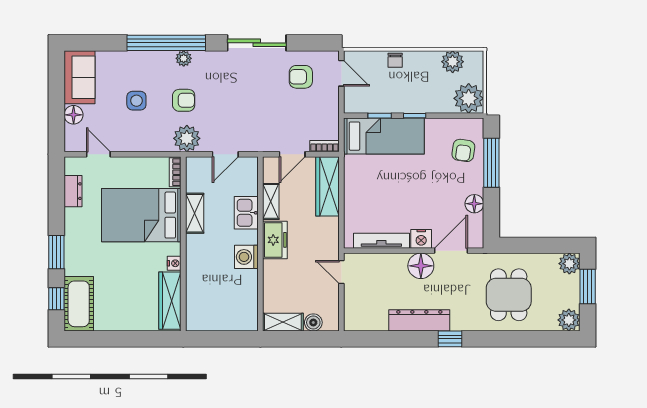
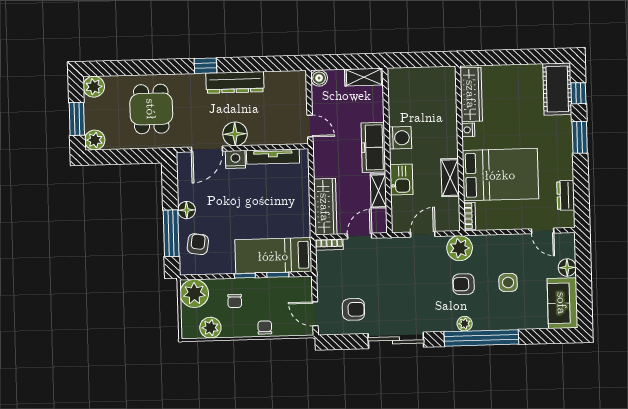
chair: (426, 89) -> (235, 301), added
floor lamp: (474, 204) -> (187, 210), moved
freezer: (275, 240) -> (373, 147), width x1.40
boiler: (313, 322) -> (319, 78), moved

